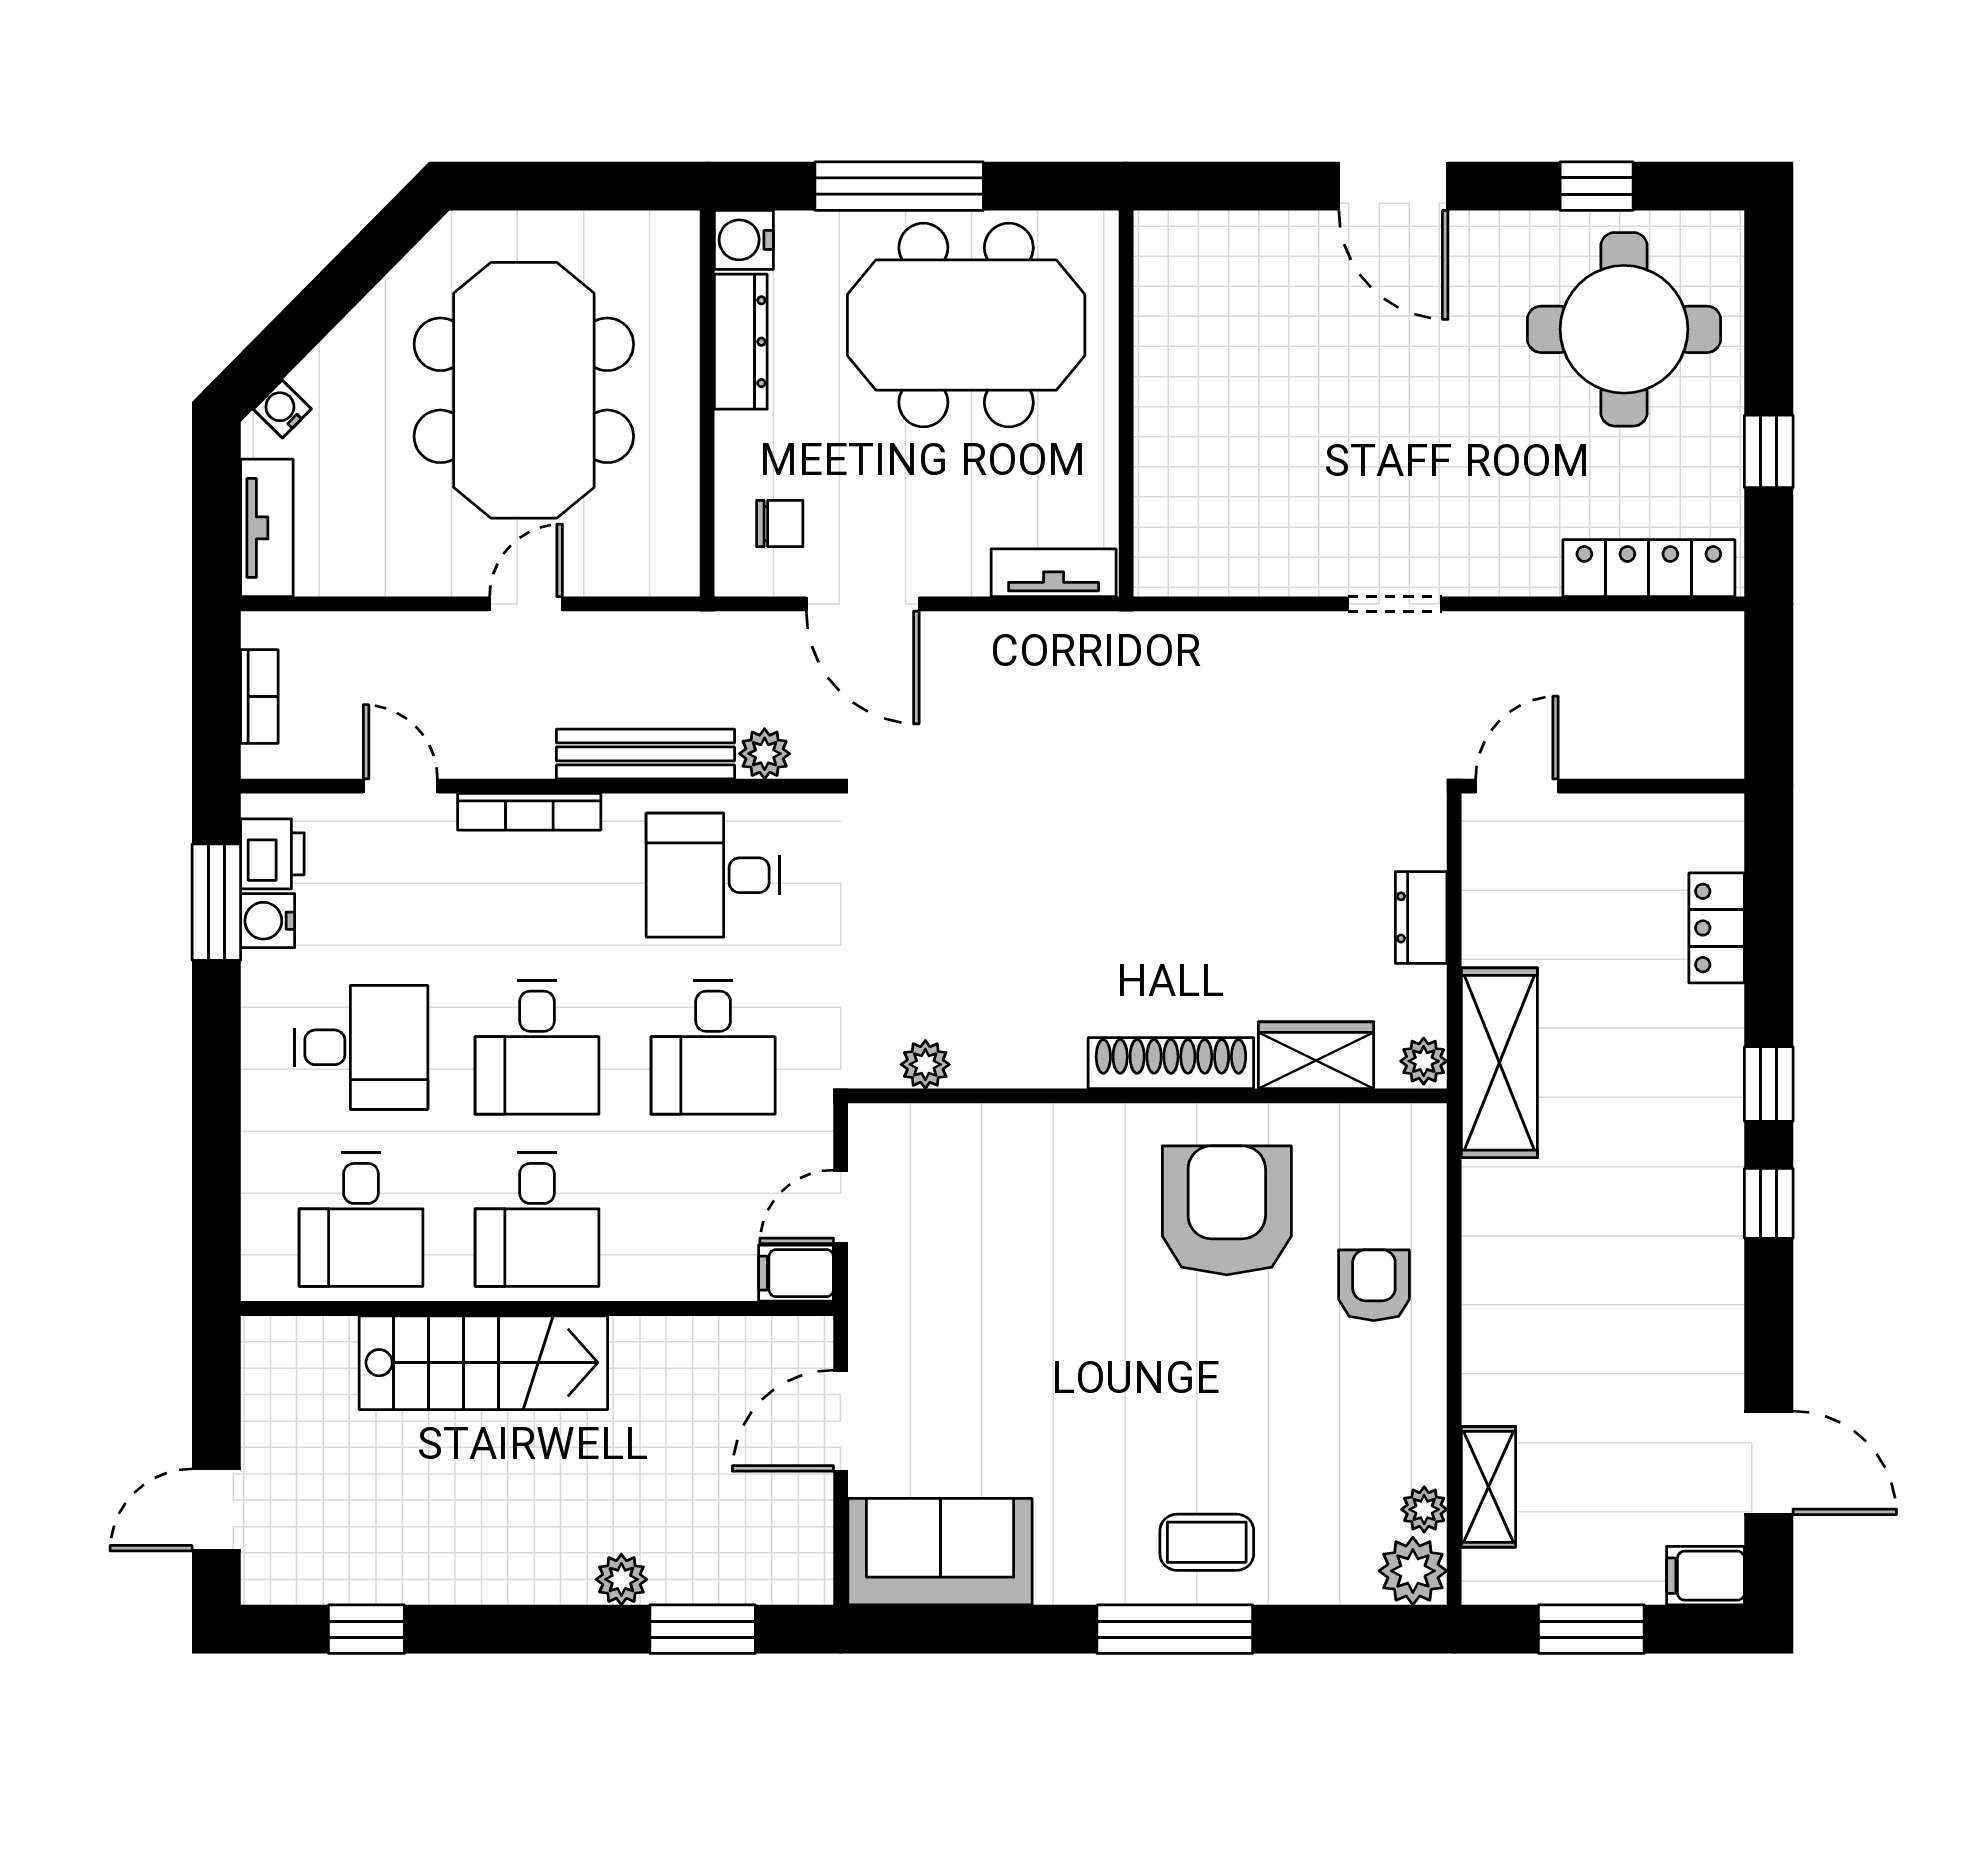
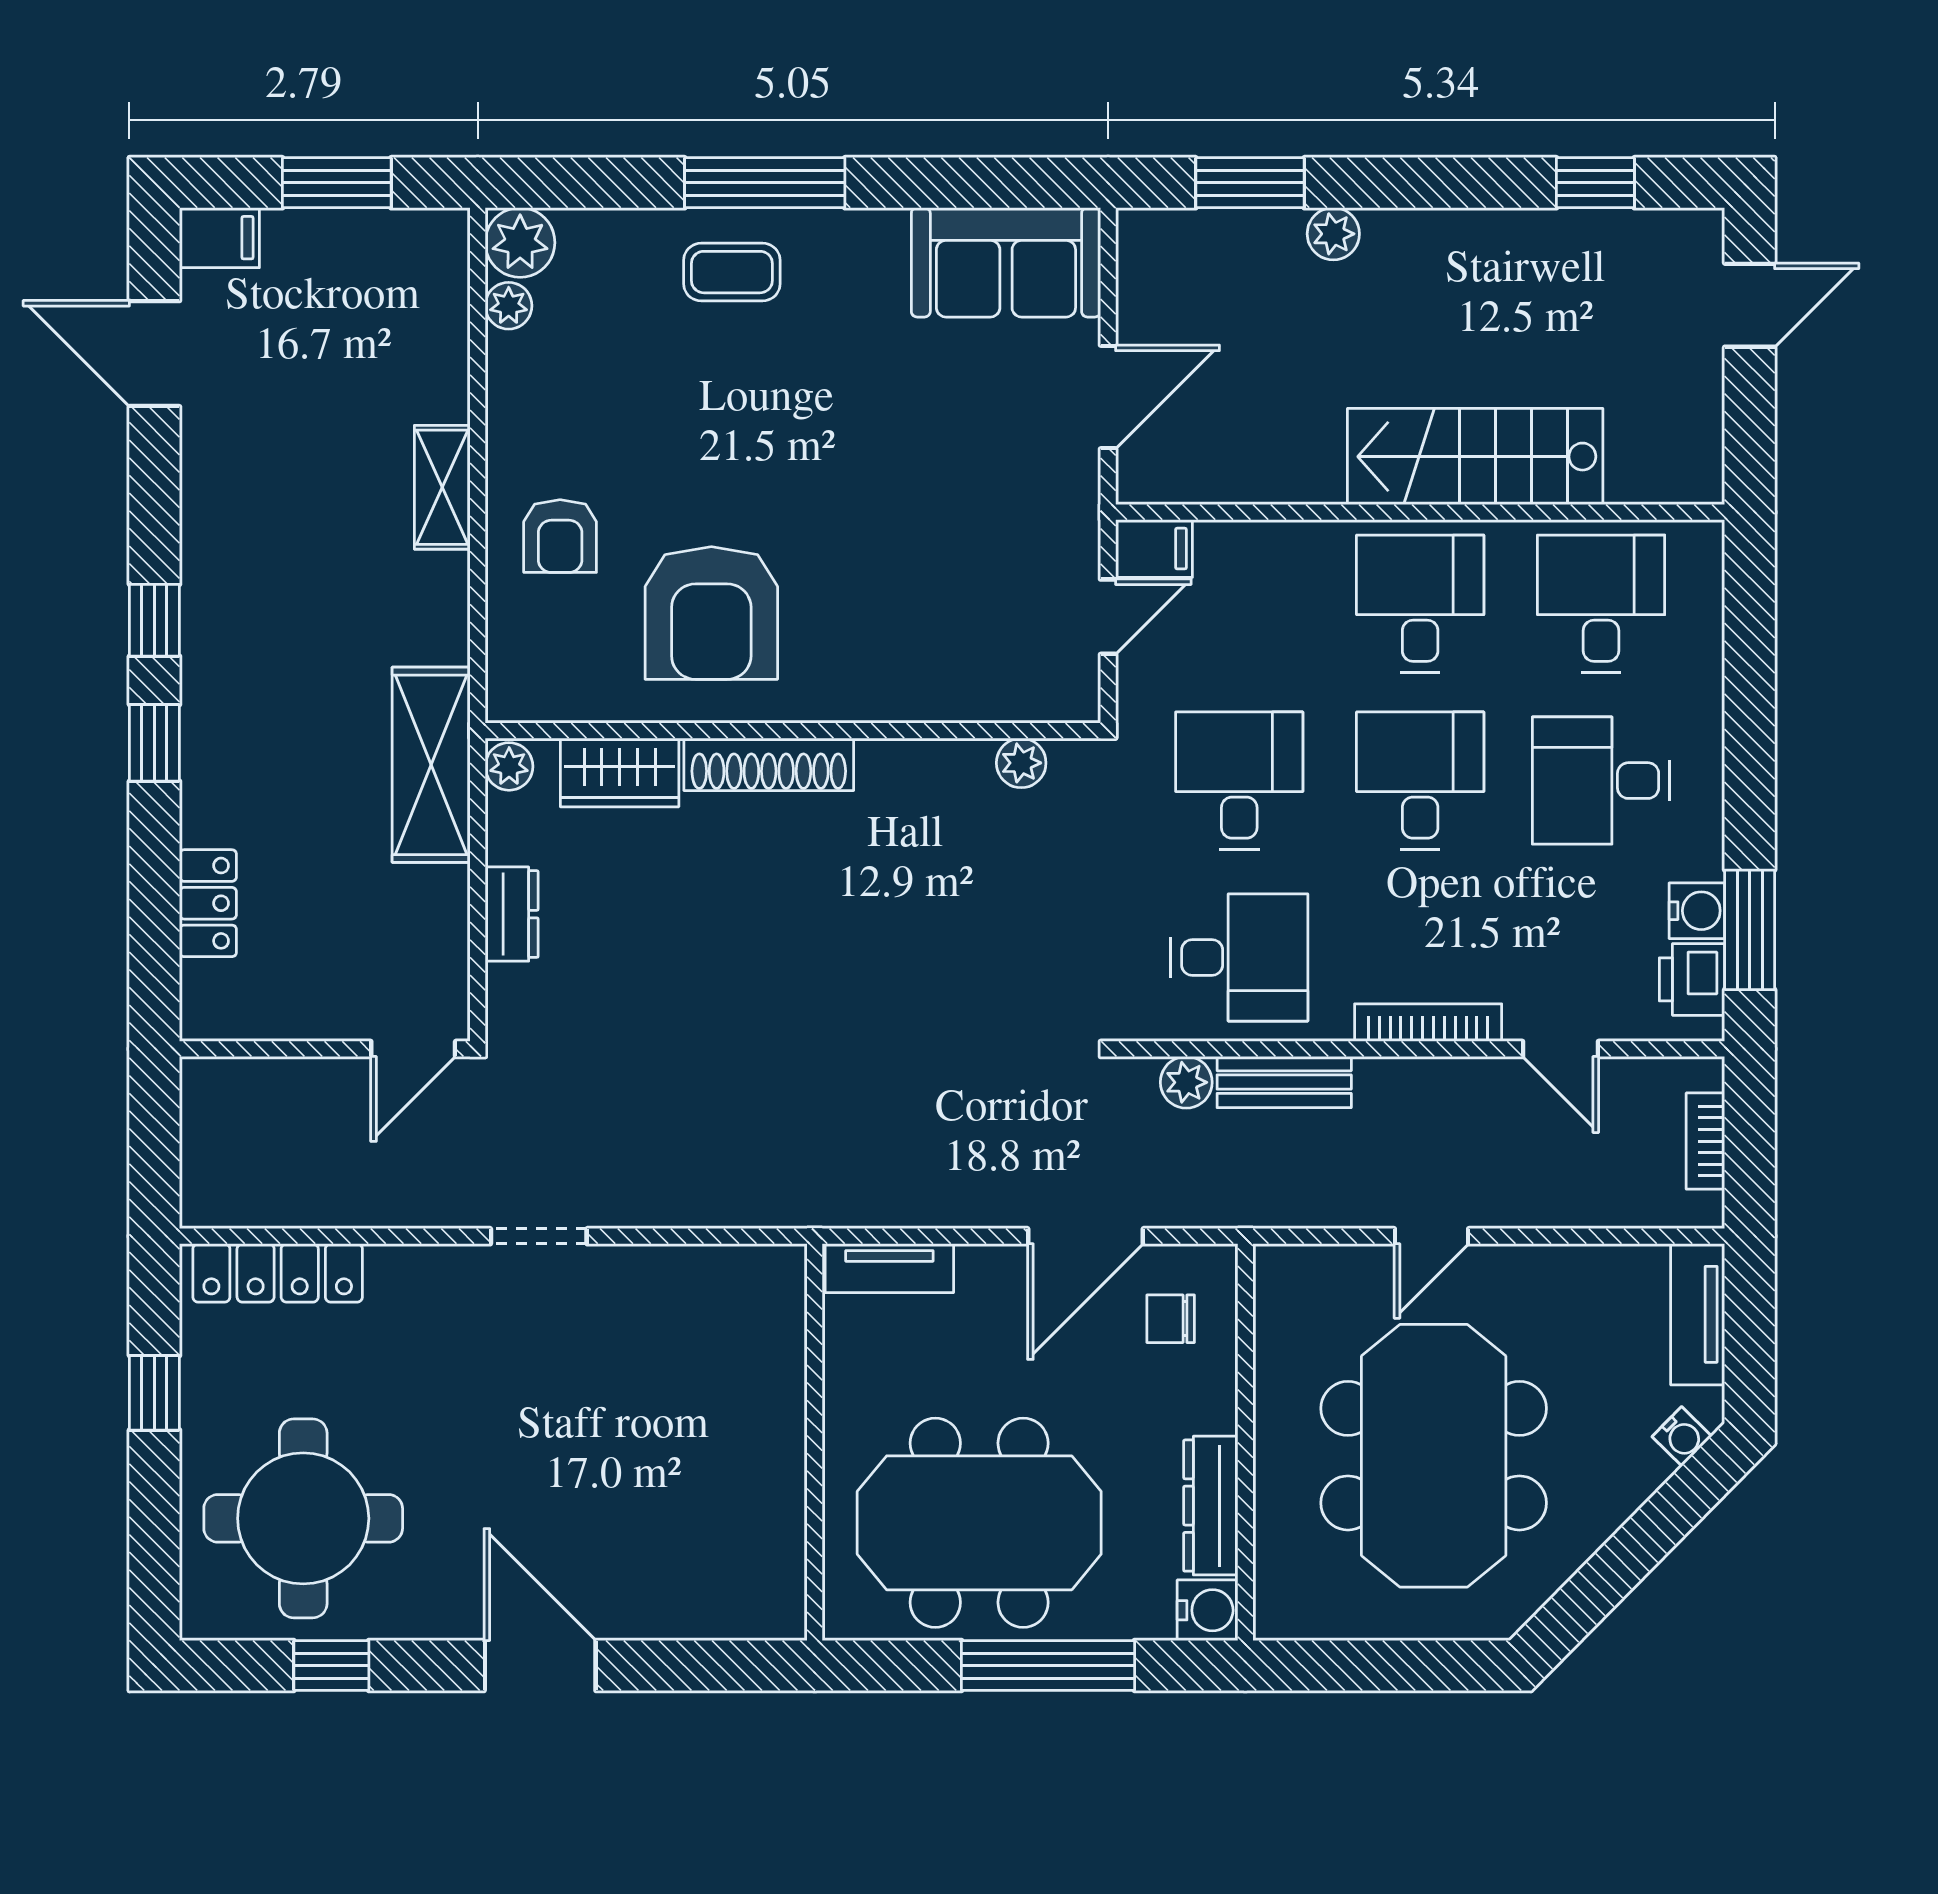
door: (863, 604) -> (1085, 1236), swing flipped
bench: (646, 754) -> (1284, 1082), width x0.73
shelving: (1489, 1487) -> (442, 487), moved

